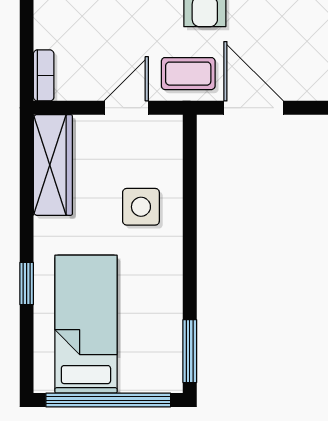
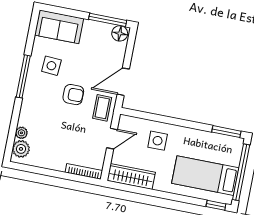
bookcase: (44, 75) -> (84, 171), width x1.56
door: (126, 108) -> (112, 139), swing flipped
window: (27, 283) -> (216, 205), moved

